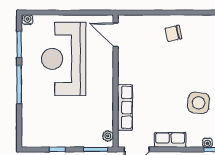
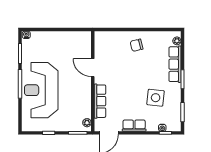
door: (116, 35) -> (93, 68), moved
reception desk: (64, 59) -> (41, 90), moved

